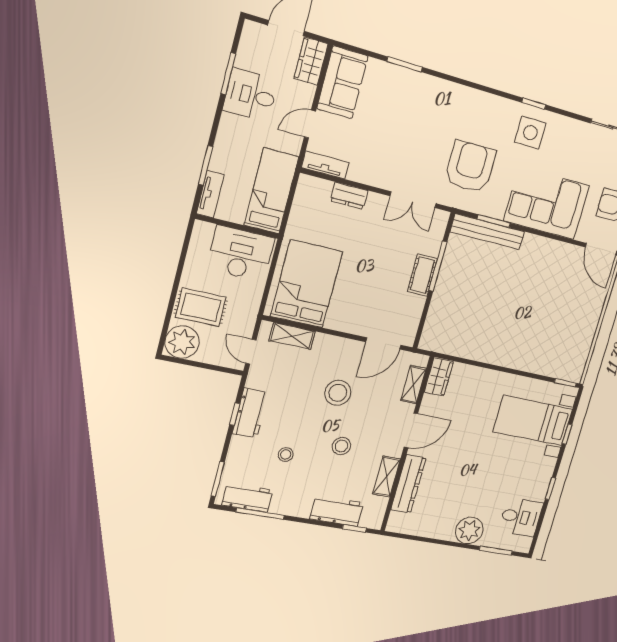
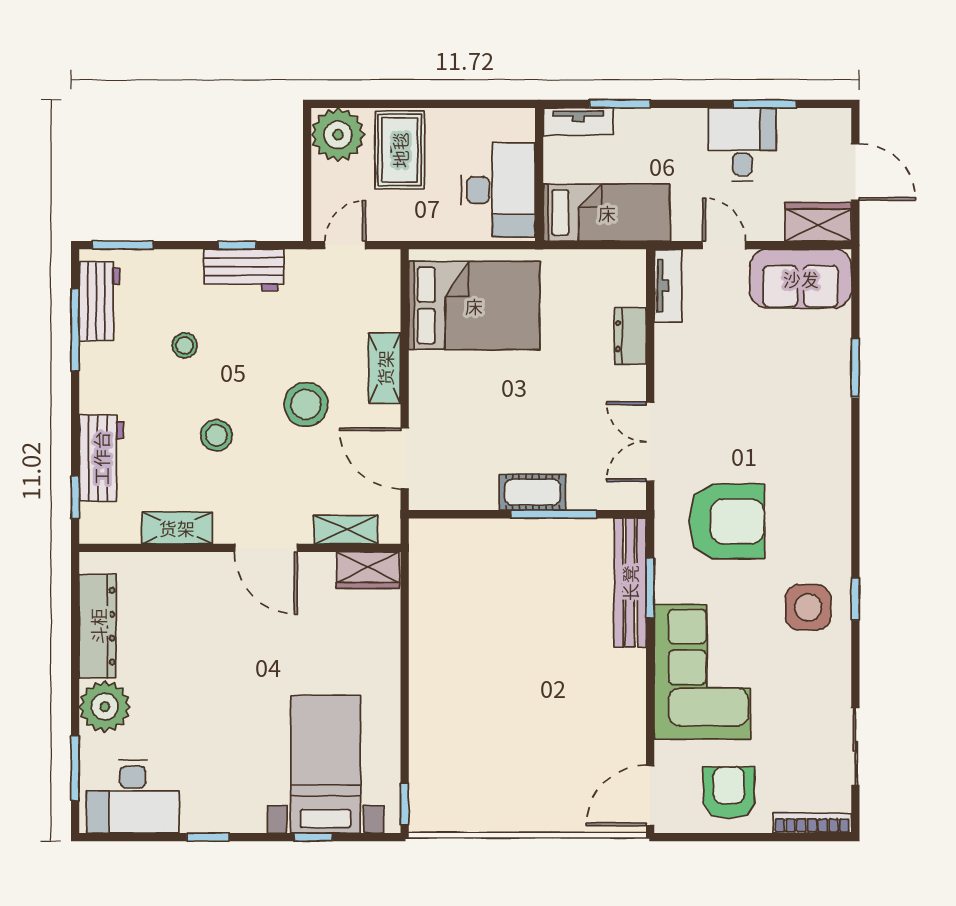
shelving: (292, 336) -> (385, 368), moved
dresser: (408, 484) -> (98, 626), moved, turned -90
desk: (521, 517) -> (133, 797), width x1.37

